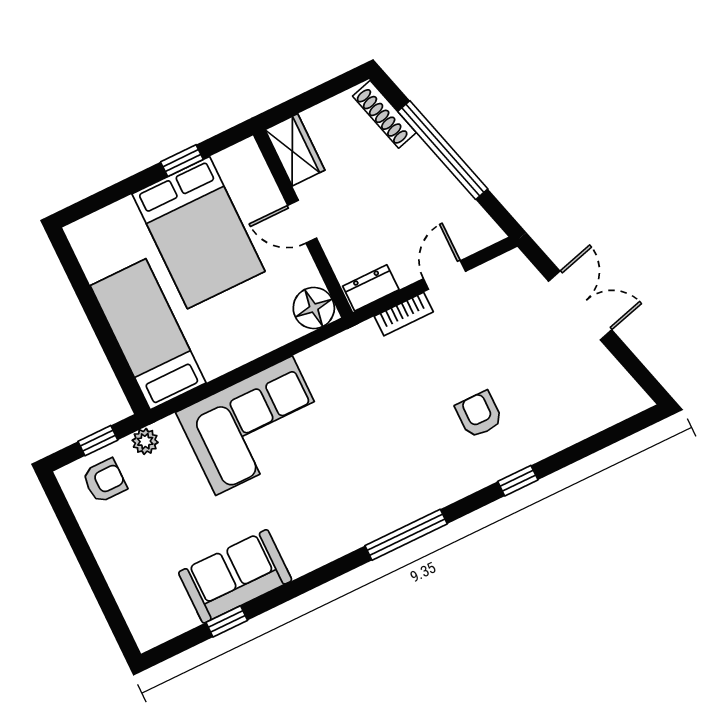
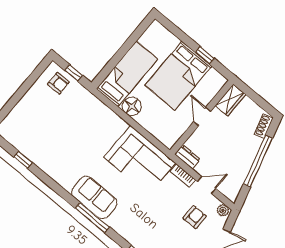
shoe rack: (384, 114) -> (264, 126), width x0.70
floor lamp: (314, 308) -> (132, 106), moved
armchair: (479, 414) -> (195, 217), moved
corner sofa: (254, 426) -> (140, 160), moved
plant: (145, 441) -> (223, 210), moved
sofa: (235, 576) -> (94, 197), moved

